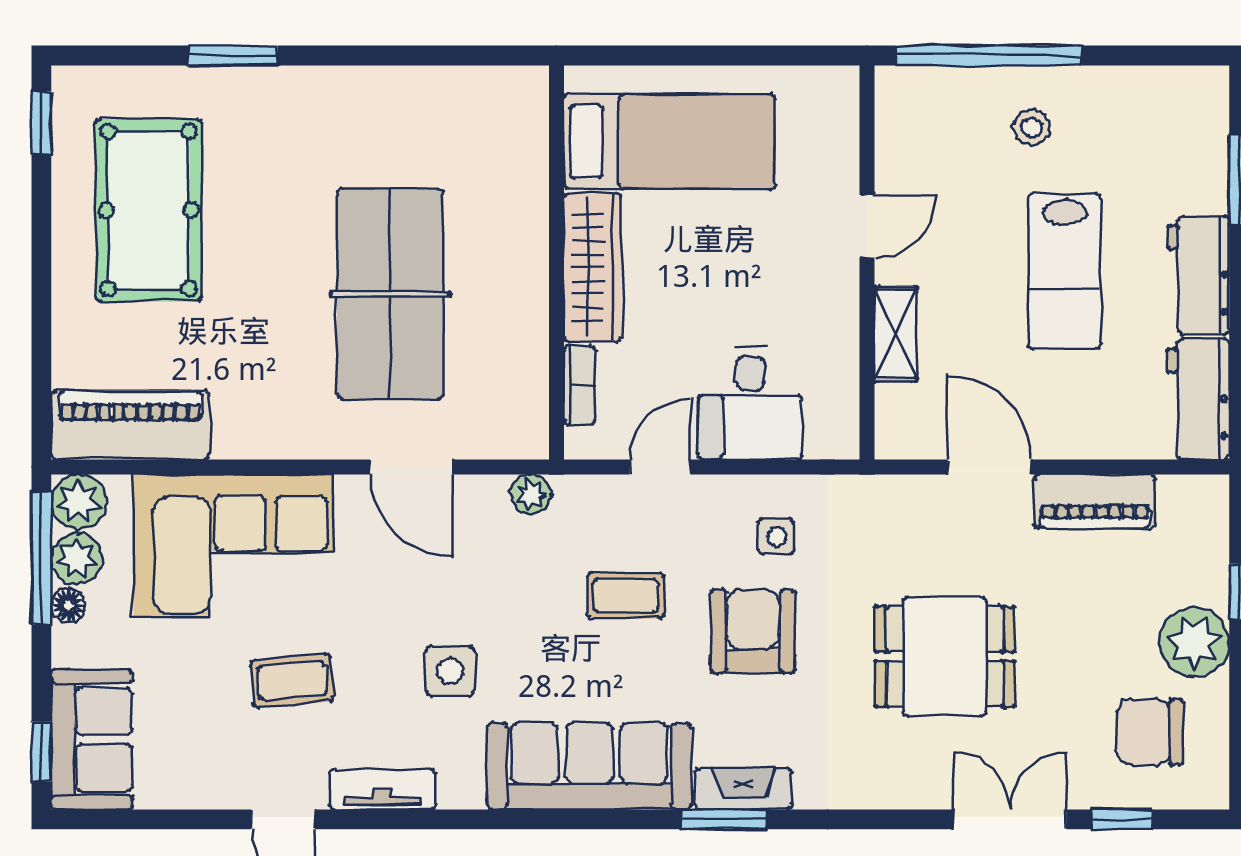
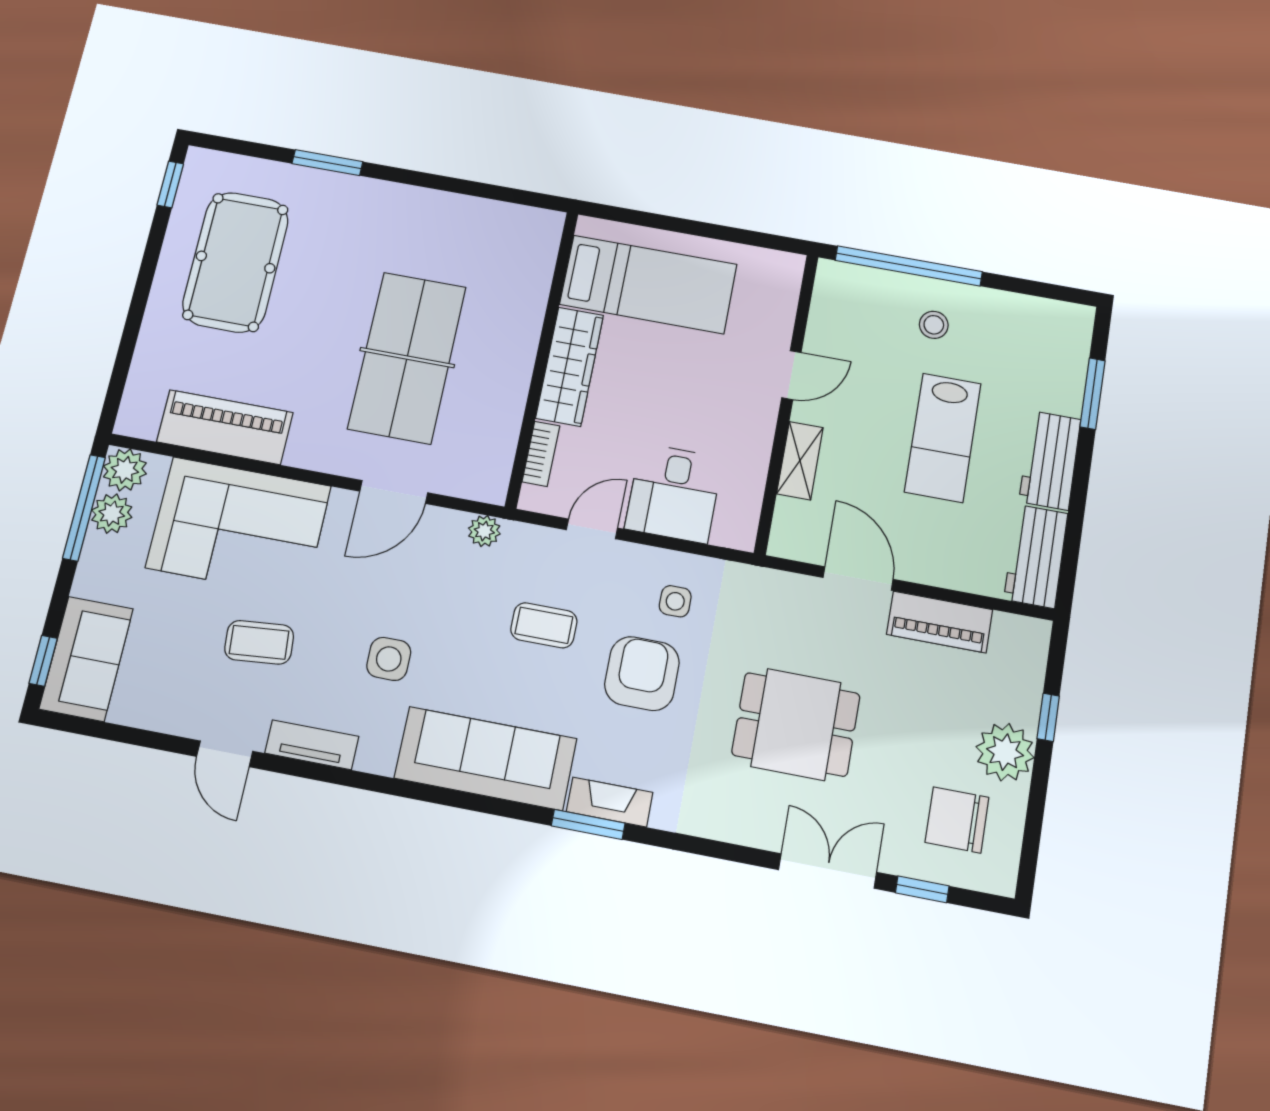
piano: (130, 425) -> (225, 427), moved
door: (411, 467) -> (394, 492), hinge flipped
floor lamp: (68, 605) -> (96, 549), removed

